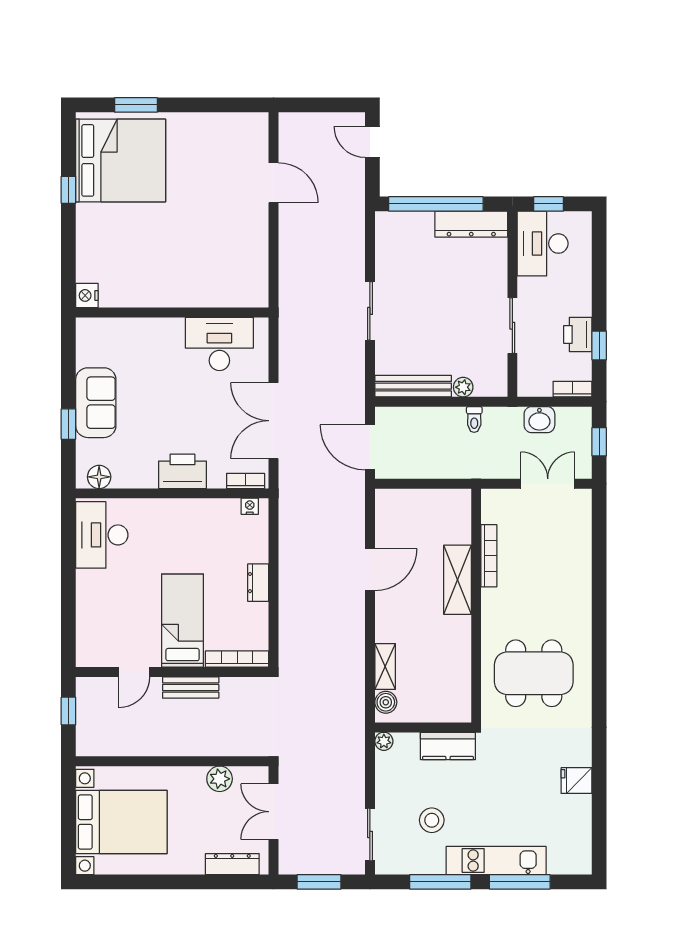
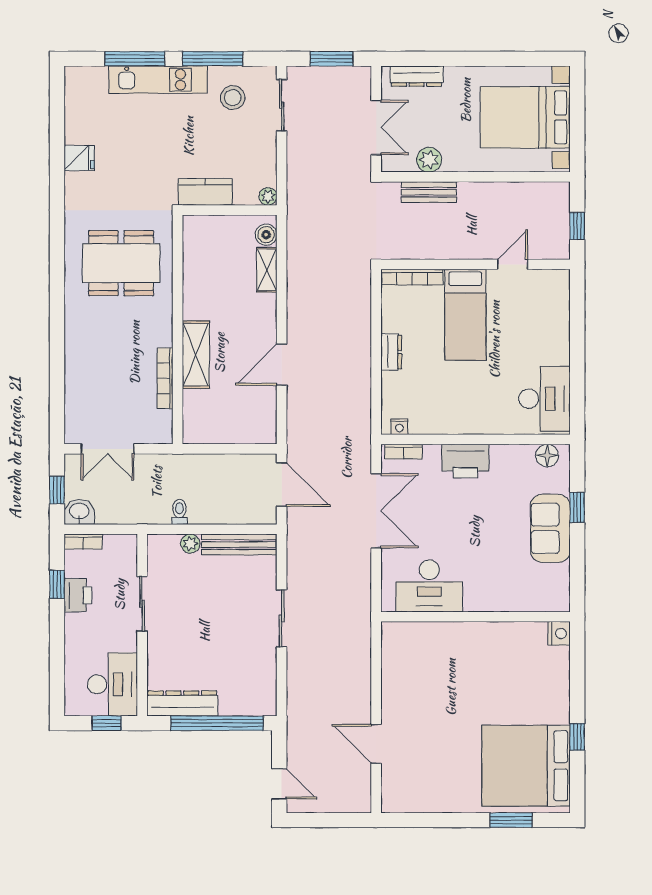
washbasin: (539, 420) -> (79, 512), moved
bench: (191, 688) -> (429, 192), moved
stool: (432, 820) -> (233, 98), moved

